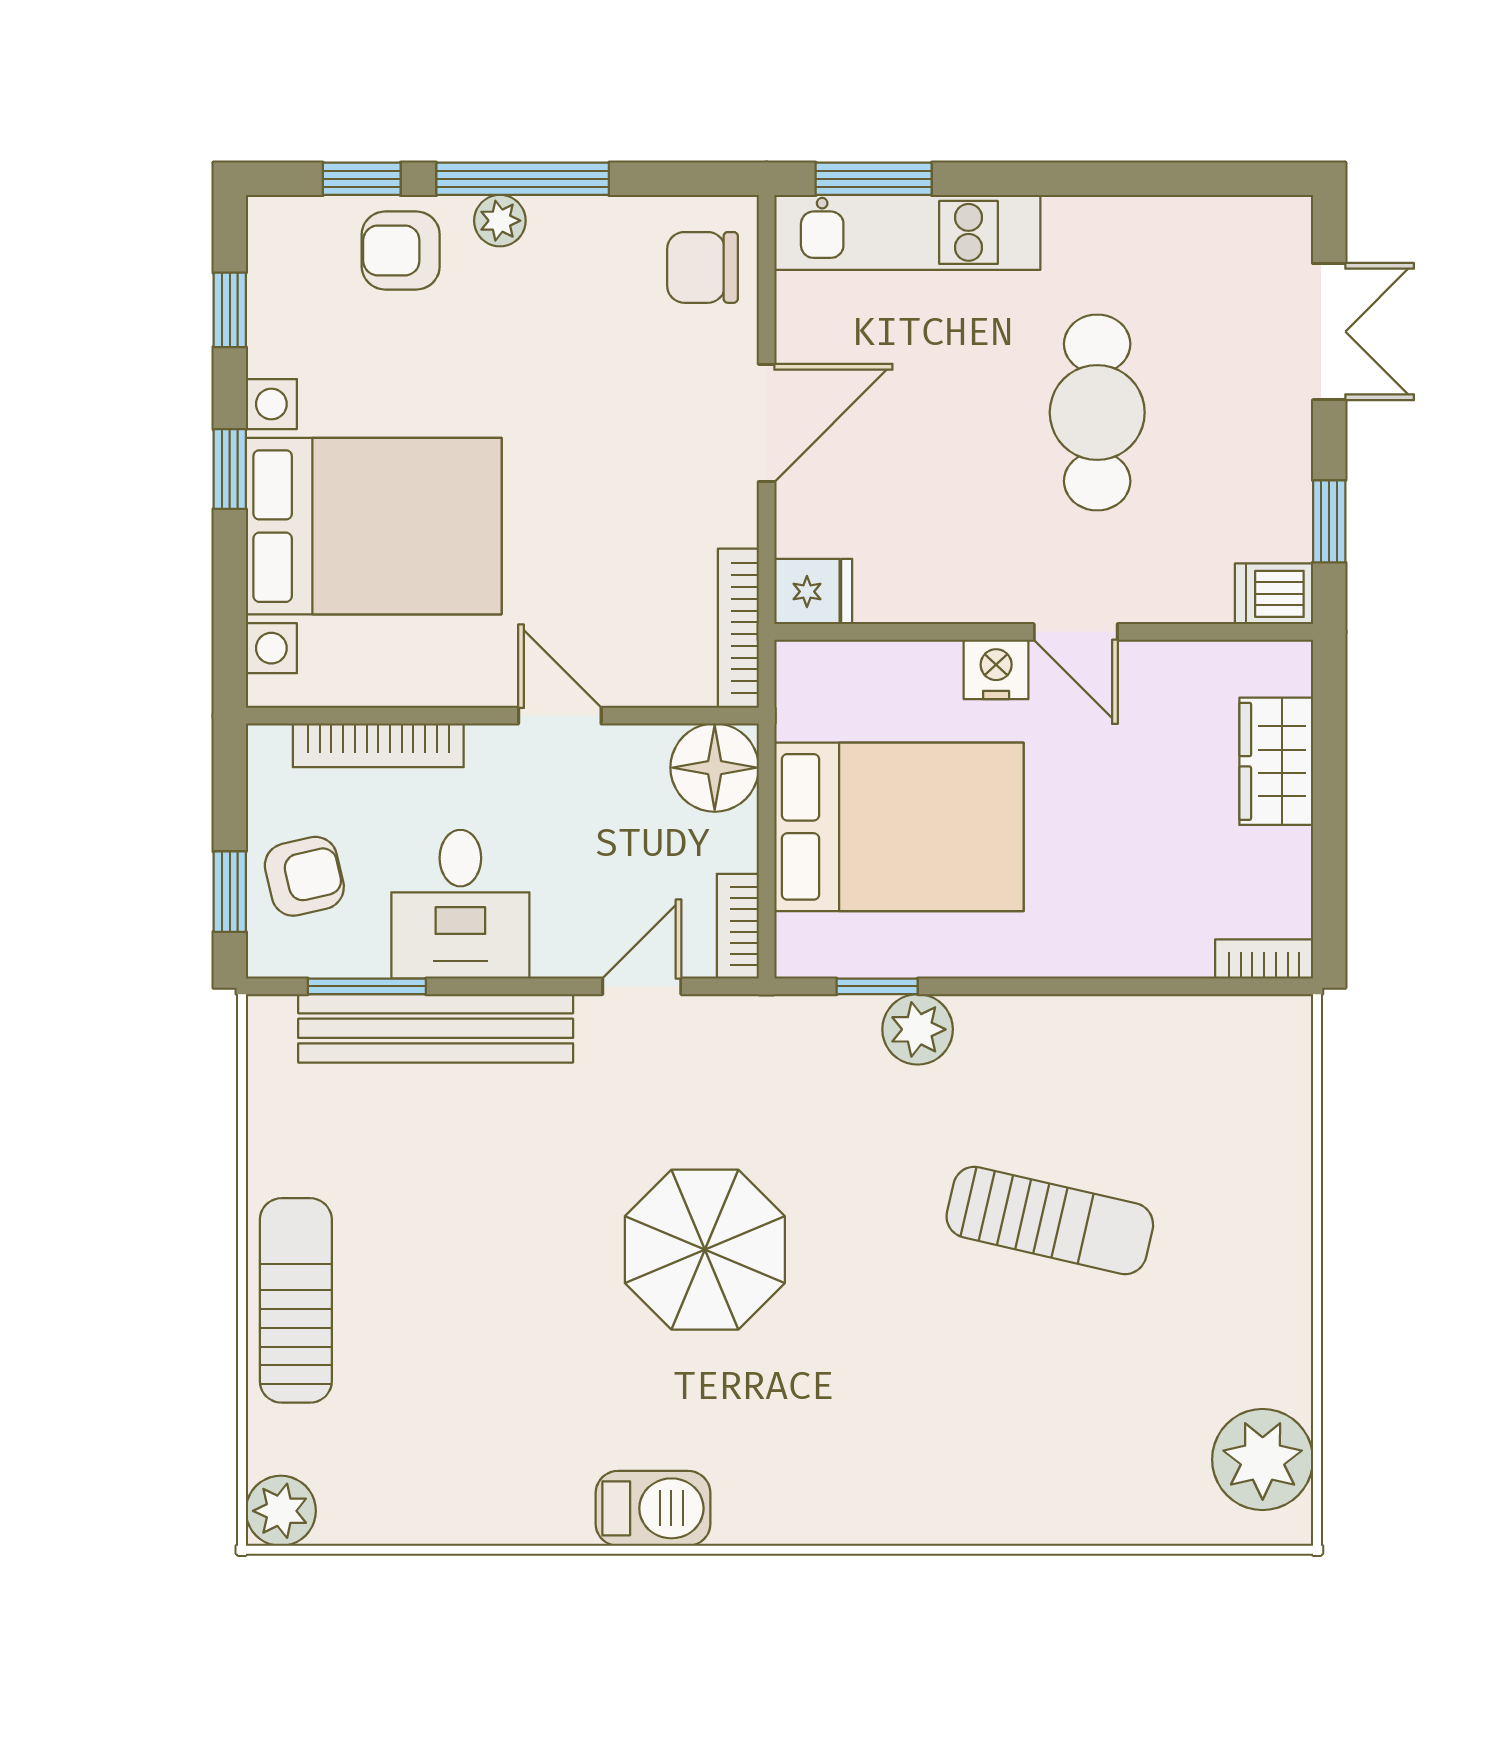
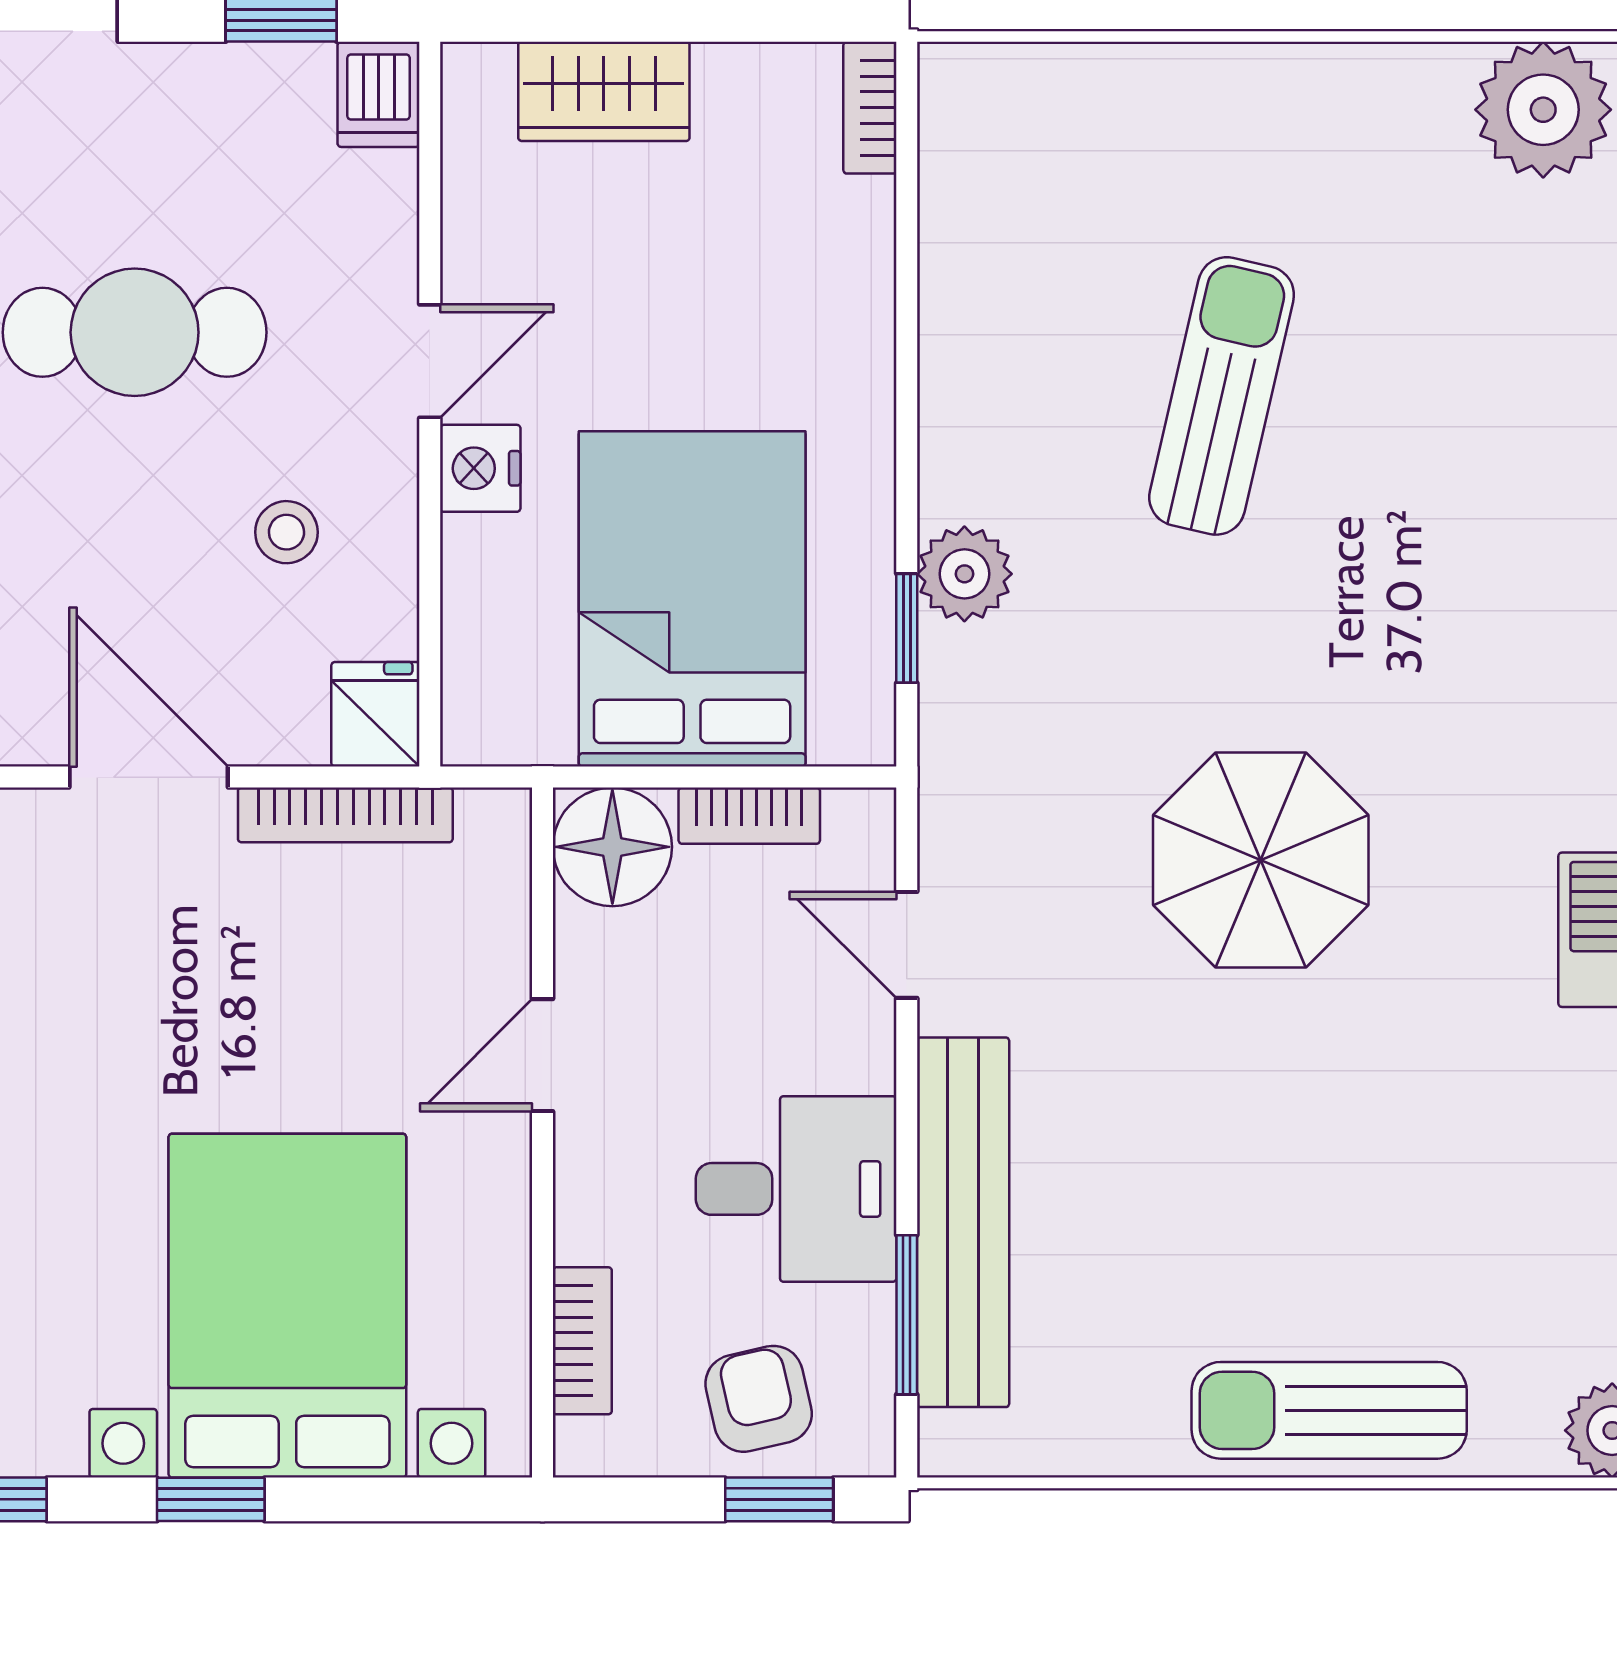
stool: (949, 525) -> (286, 532), added
bookcase: (738, 628) -> (345, 815), moved
bookcase: (378, 745) -> (582, 1341), width x0.64
bookcase: (738, 926) -> (749, 816), moved

